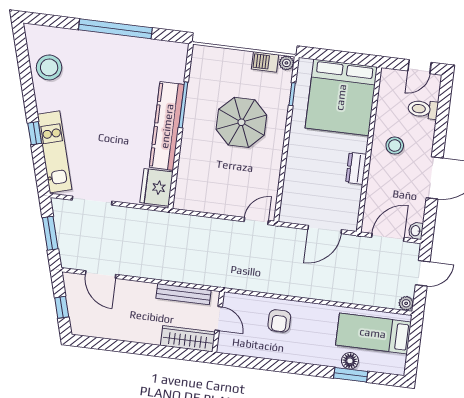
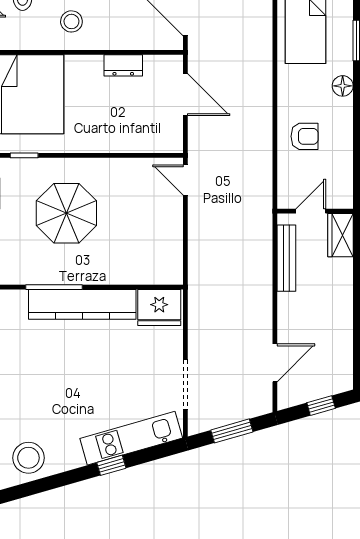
dresser: (356, 168) -> (123, 65), moved
wardrobe: (188, 339) -> (340, 235), width x0.67
floor lamp: (350, 361) -> (343, 86), moved

